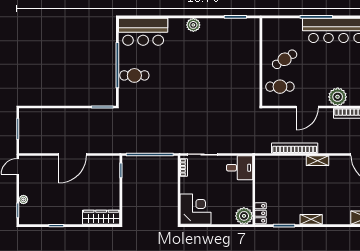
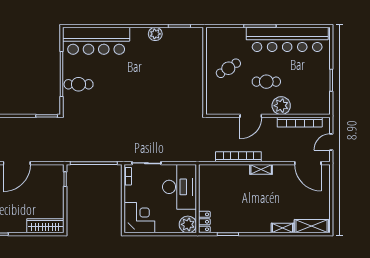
plant: (193, 25) -> (155, 34), moved
bar counter: (143, 32) -> (96, 41), width x1.36
cafe table: (280, 87) -> (266, 82), moved
desk: (240, 168) -> (180, 187), width x1.87, depth x1.30
shelving: (311, 219) -> (282, 228), moved

